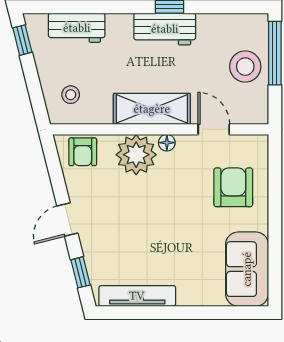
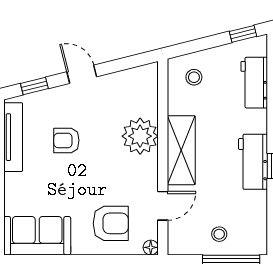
stool: (245, 67) -> (219, 234), width x0.53, depth x0.53
floor lamp: (167, 143) -> (151, 247), moved
armchair: (83, 152) -> (66, 140), moved

